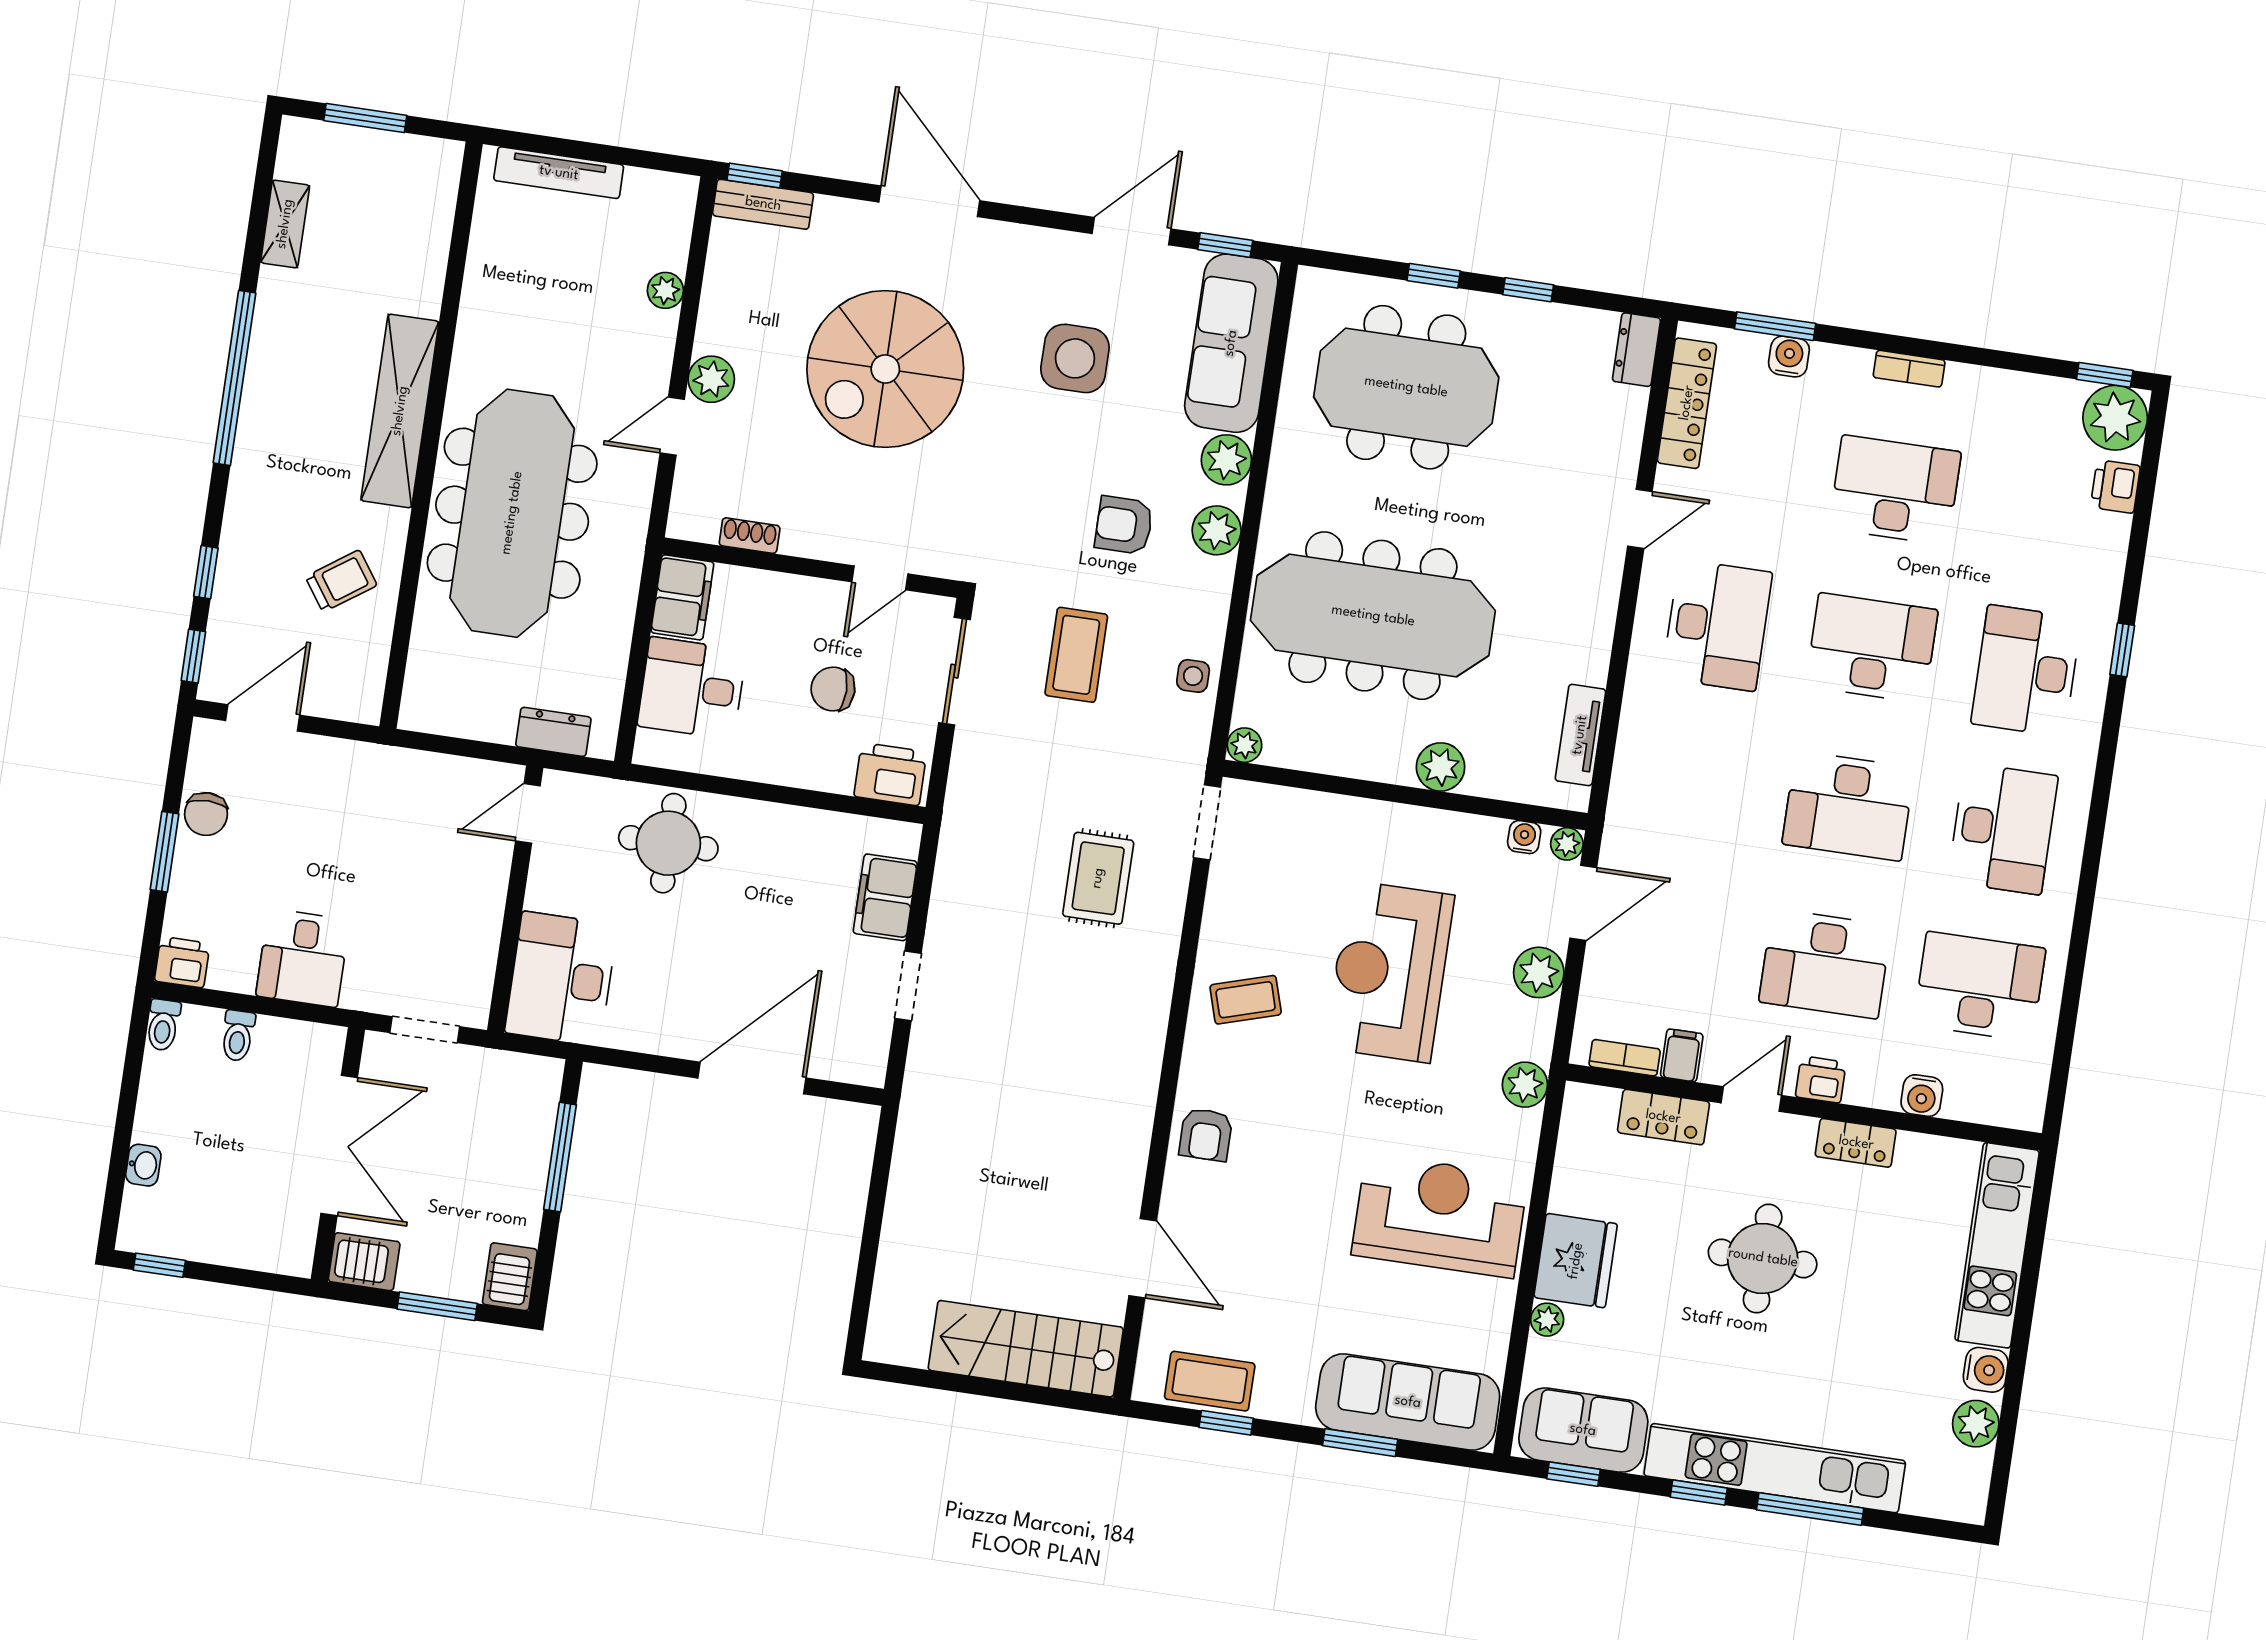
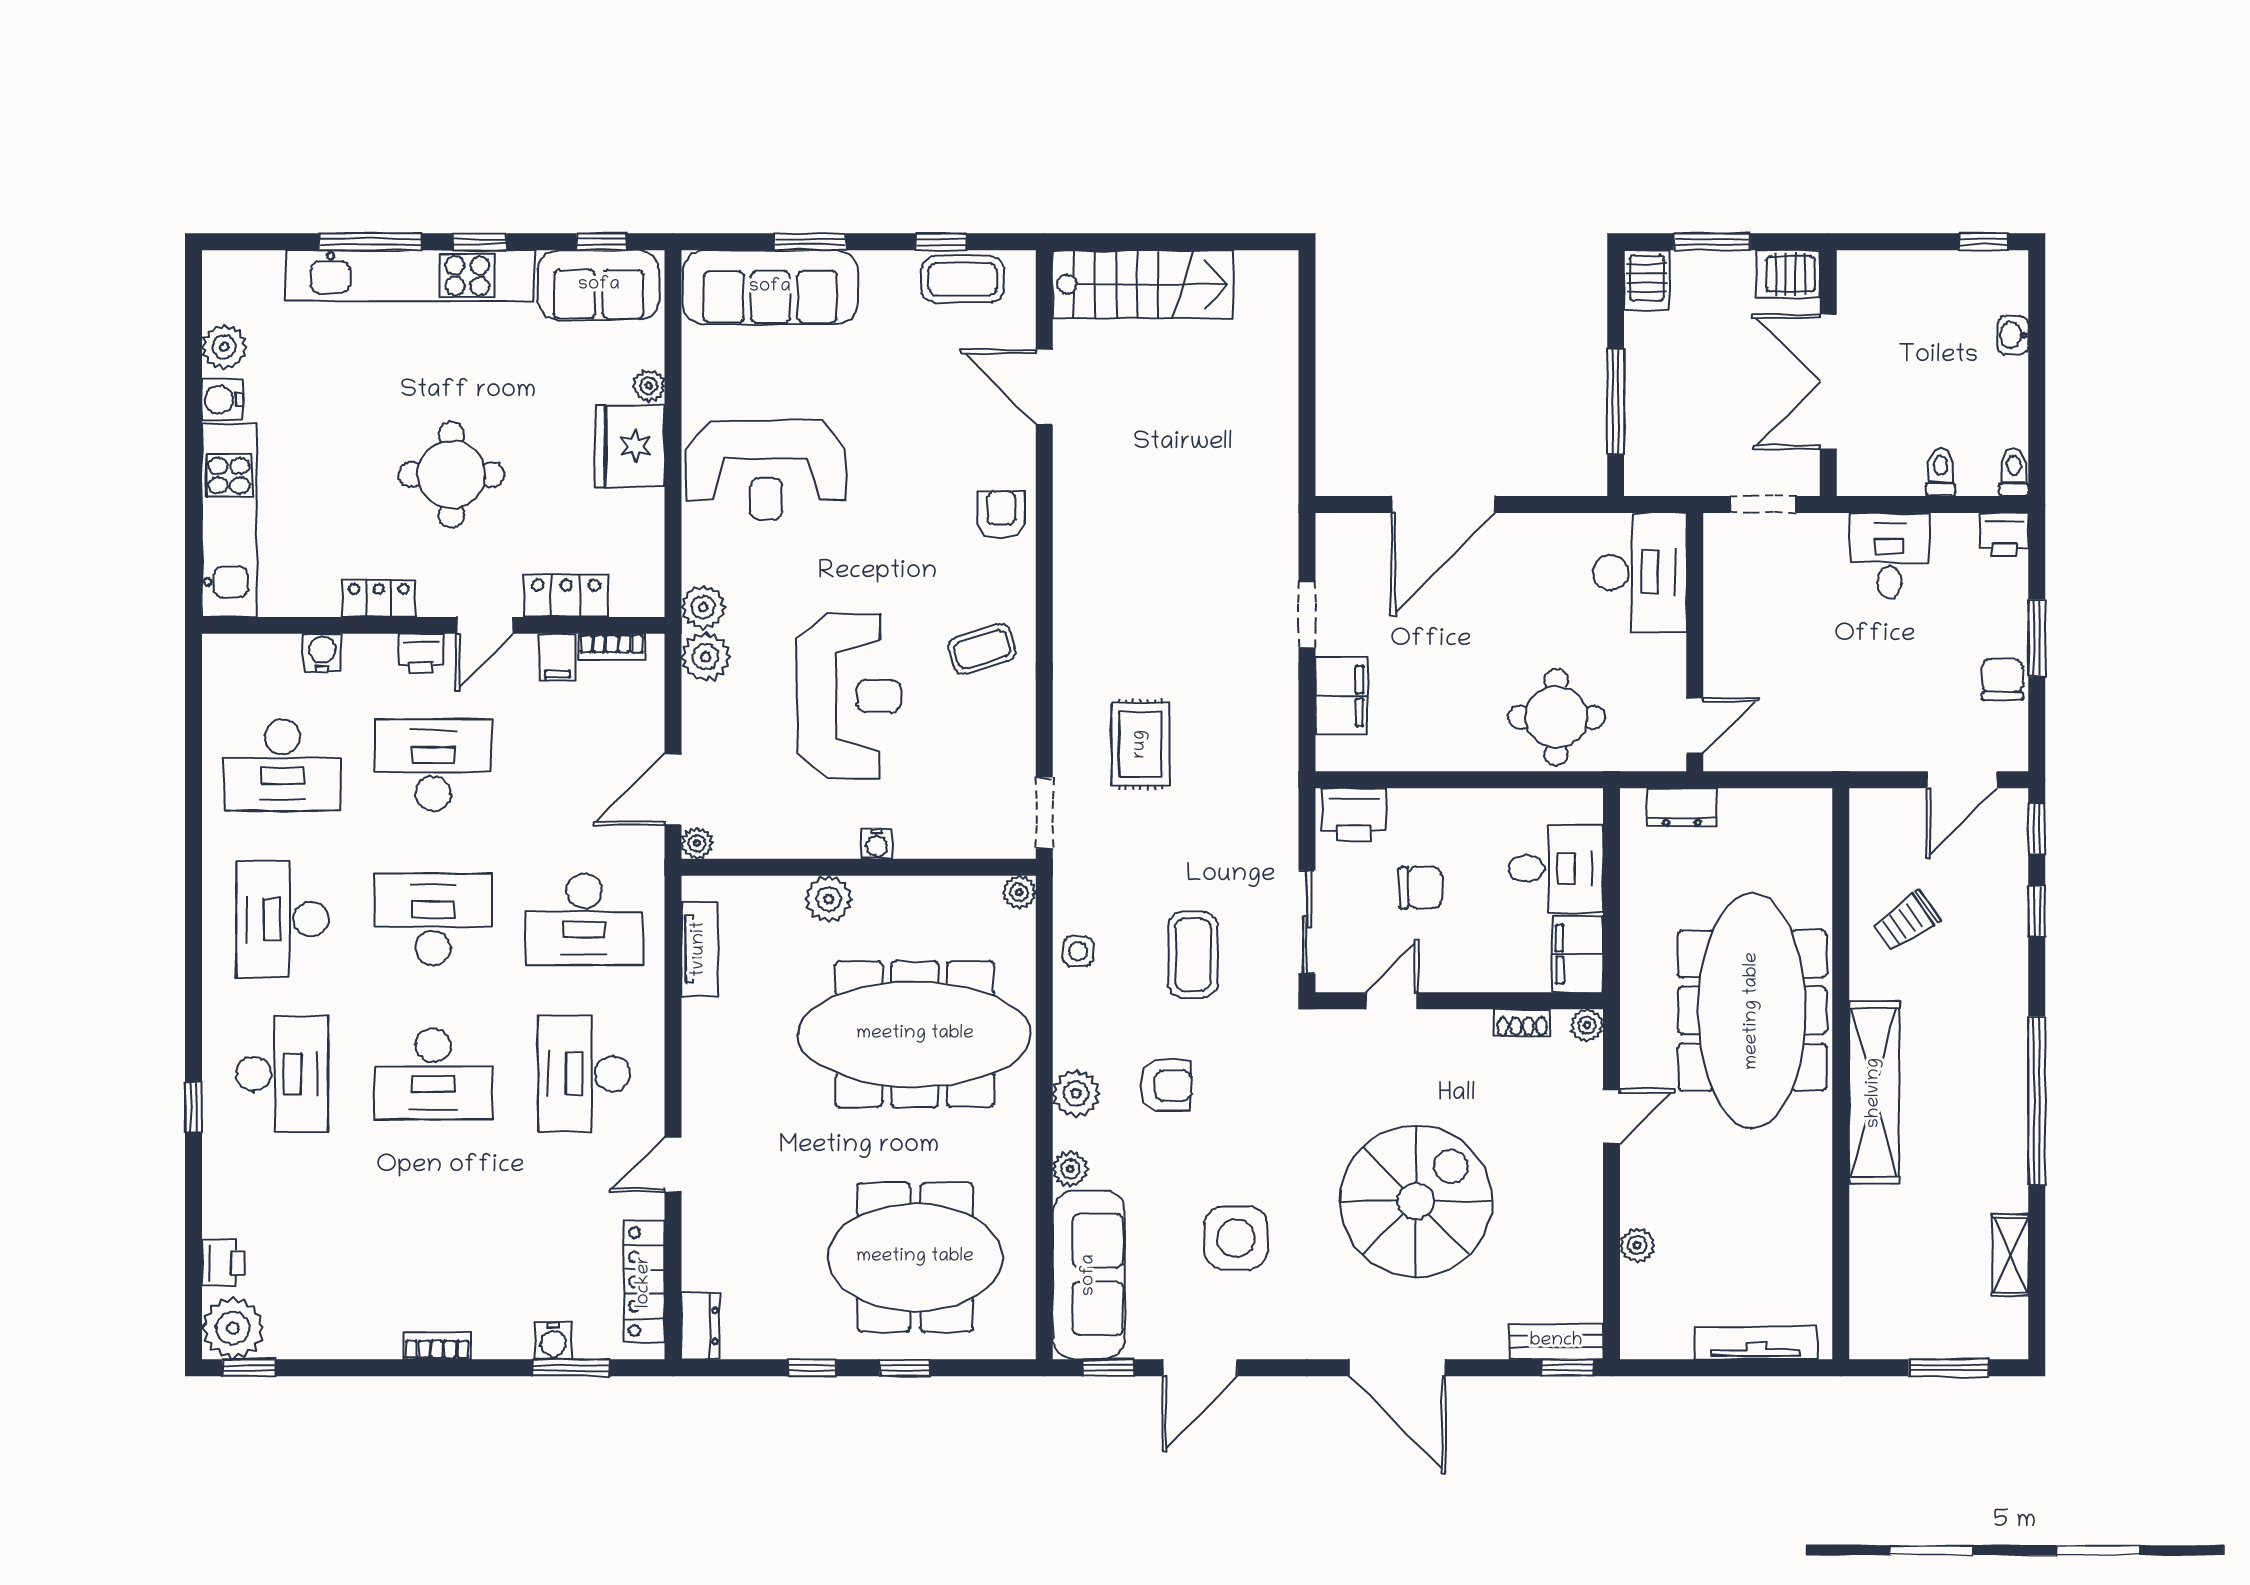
plant: (711, 379) -> (1587, 1025), moved, width x0.73, depth x0.73
plant: (1226, 460) -> (1070, 1169), width x0.73, depth x0.73
desk: (1895, 490) -> (584, 919), moved
water cooler: (1524, 837) -> (877, 844), moved
plant: (1539, 972) -> (706, 657), moved

